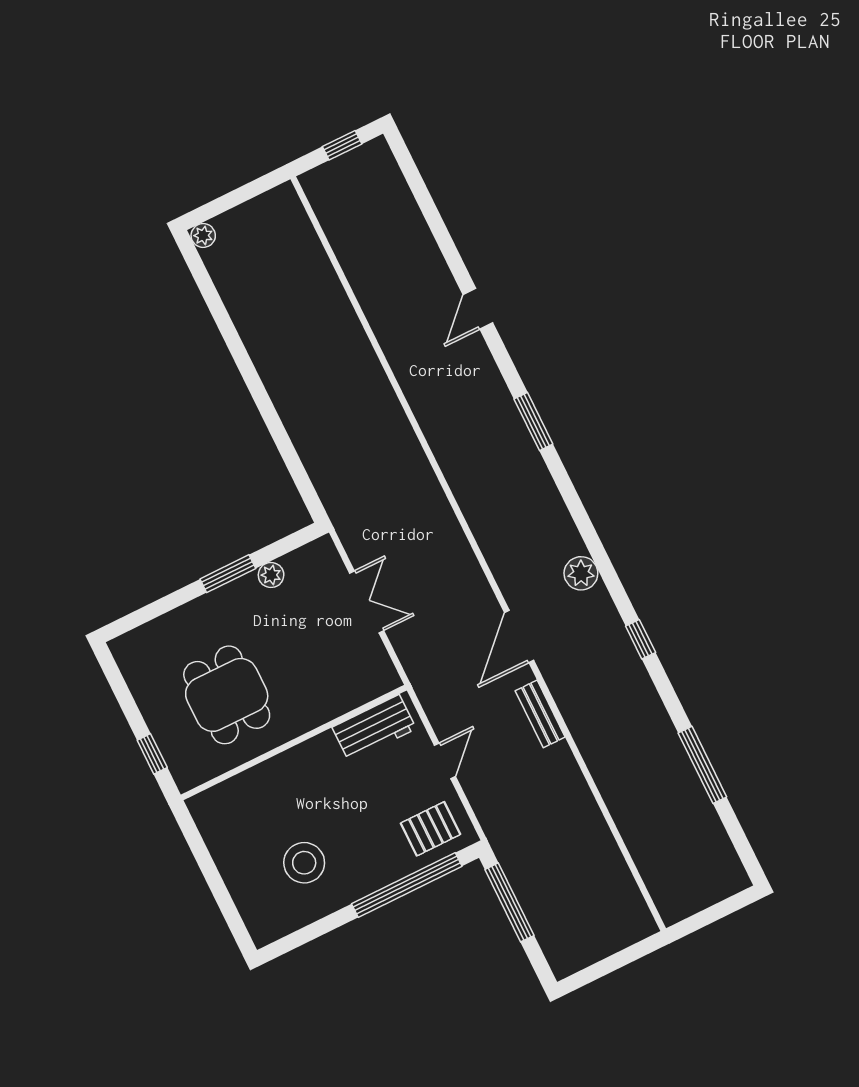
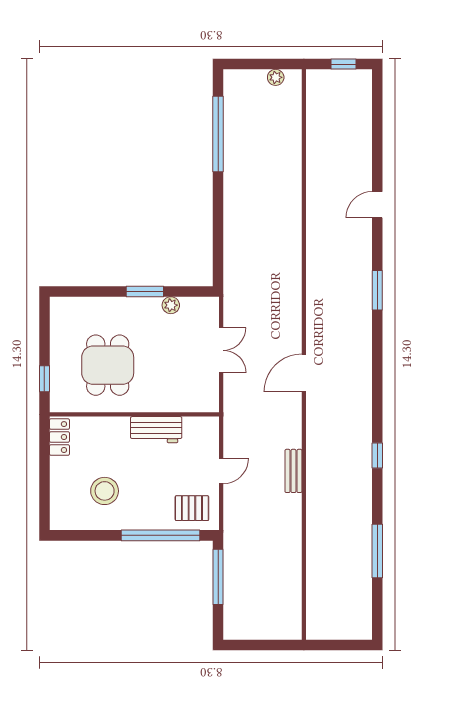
plant: (203, 235) -> (276, 77), moved
window: (222, 319) -> (218, 134), added
plant: (581, 573) -> (361, 397), removed
door: (519, 637) -> (304, 373), moved
workbench: (374, 728) -> (156, 430), moved
locker: (210, 821) -> (59, 437), added

